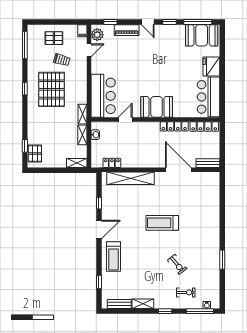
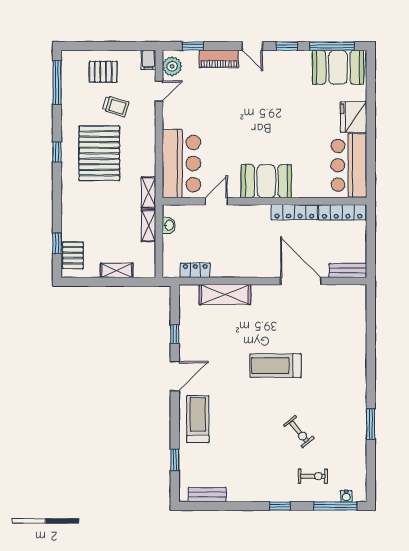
shelving: (77, 163) -> (117, 270), moved
shelving: (131, 178) -> (225, 295), width x0.68
treadmill: (113, 257) -> (198, 419), turned 180
shelving: (143, 304) -> (244, 494), removed

